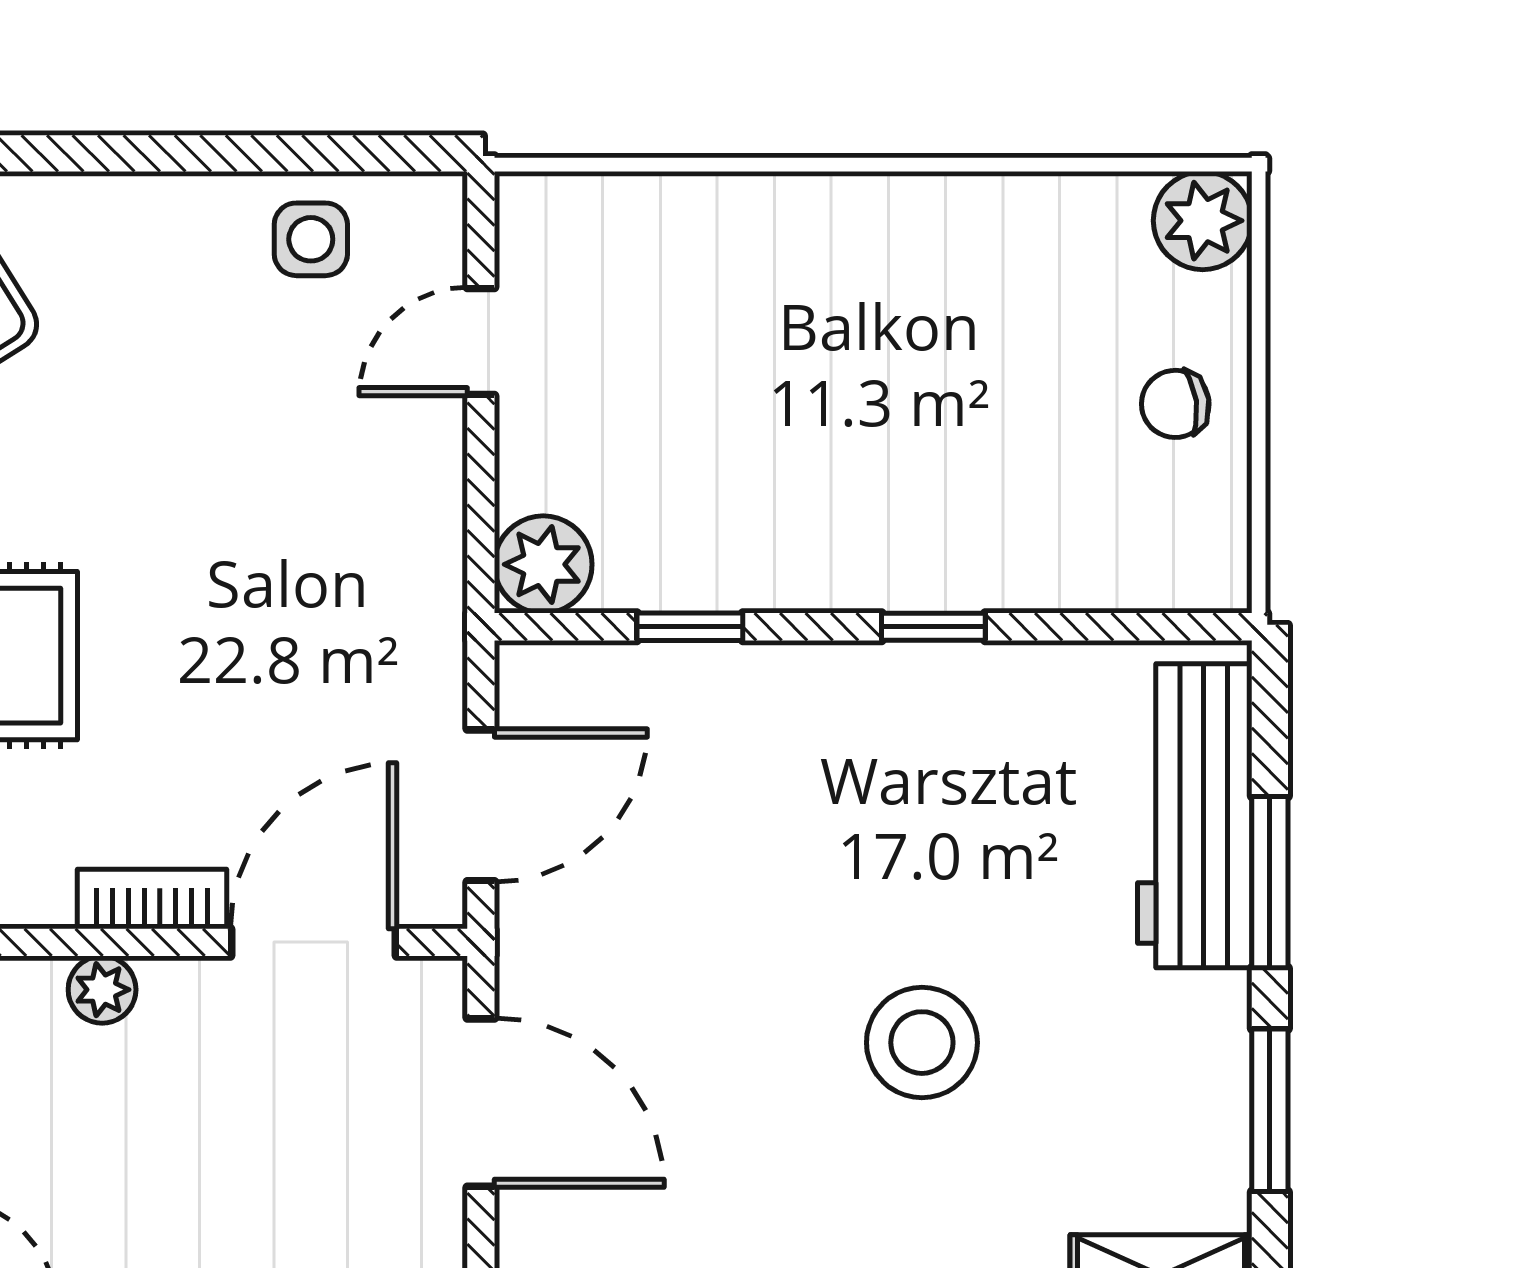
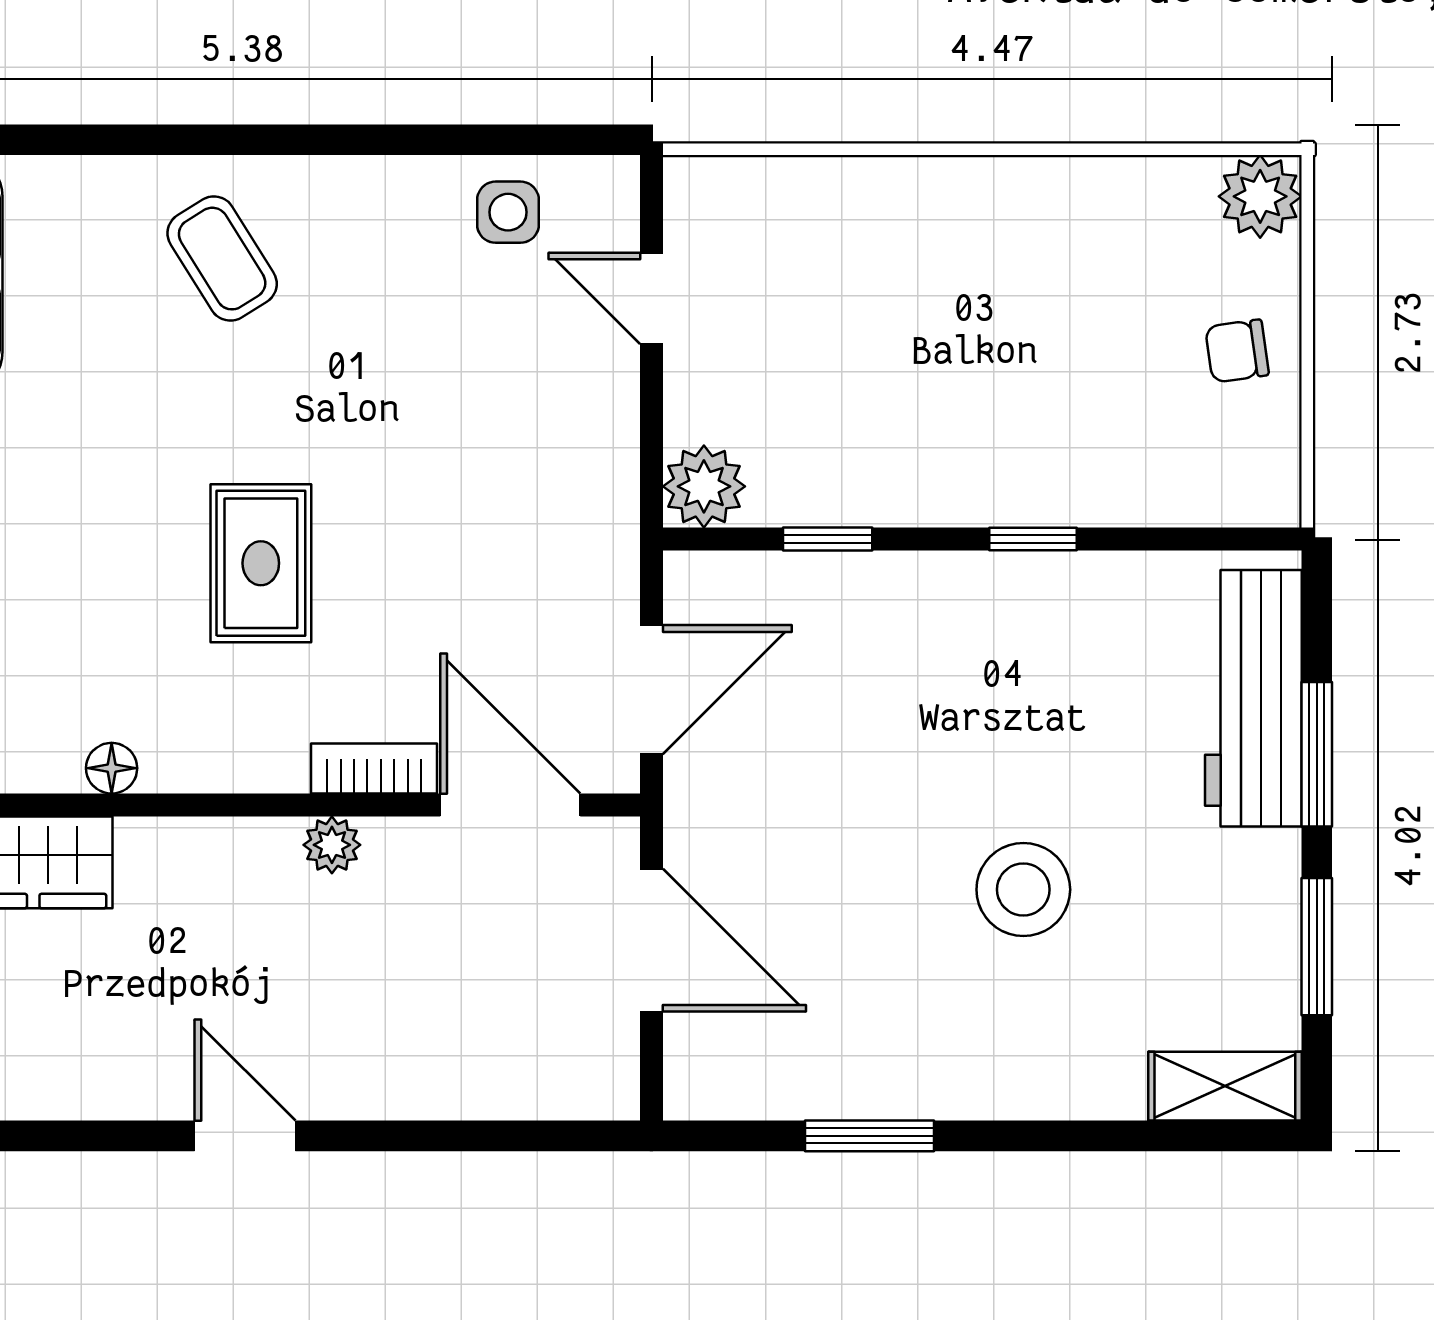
door: (481, 342) -> (651, 298), hinge flipped
door: (314, 942) -> (510, 805), hinge flipped

